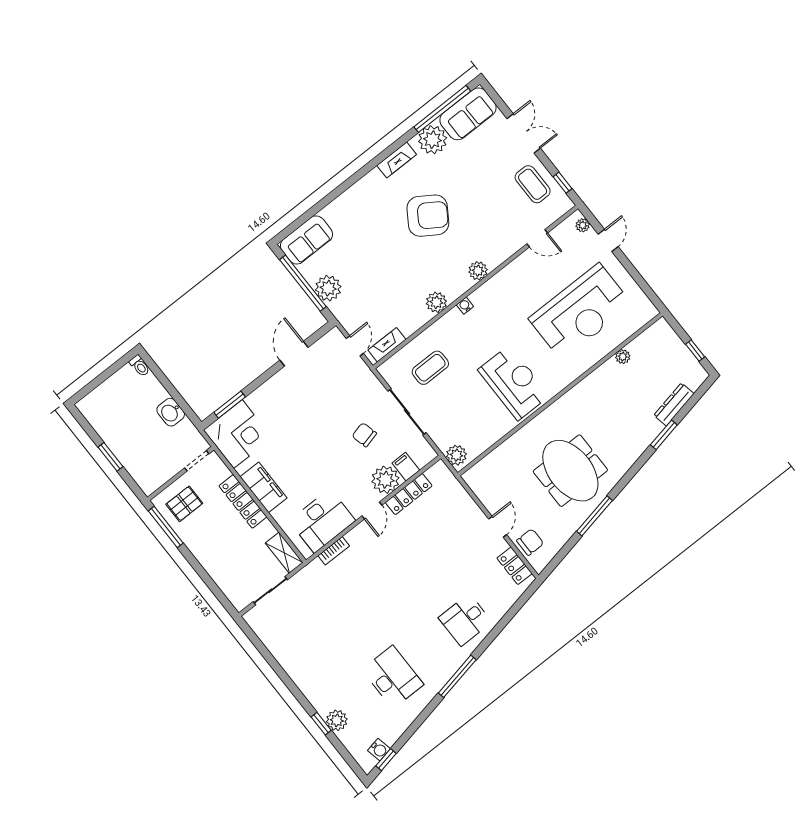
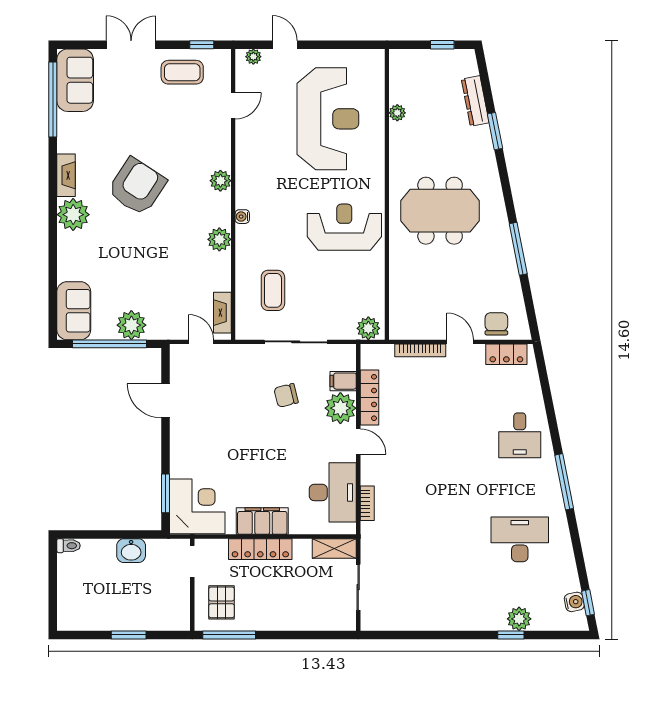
plant: (433, 140) -> (73, 215), moved
meeting table: (570, 471) -> (440, 211), moved
bookcase: (470, 504) -> (420, 350), added

